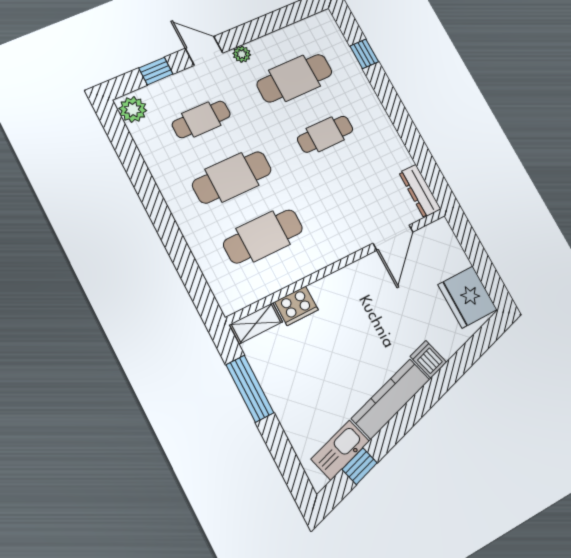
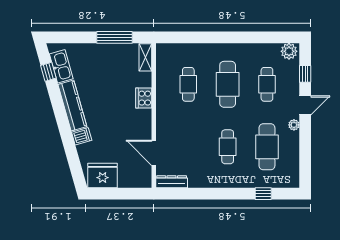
cafe table: (263, 236) -> (188, 84), width x0.73, depth x0.74
cooker: (296, 306) -> (144, 98), moved

